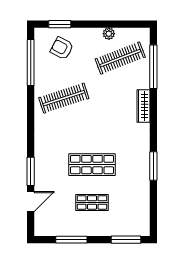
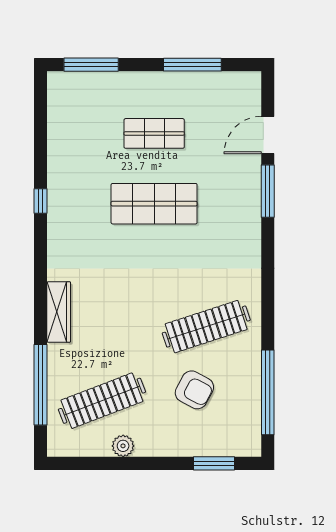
armchair: (62, 48) -> (194, 390), moved
window: (153, 166) -> (40, 201), width x0.46

